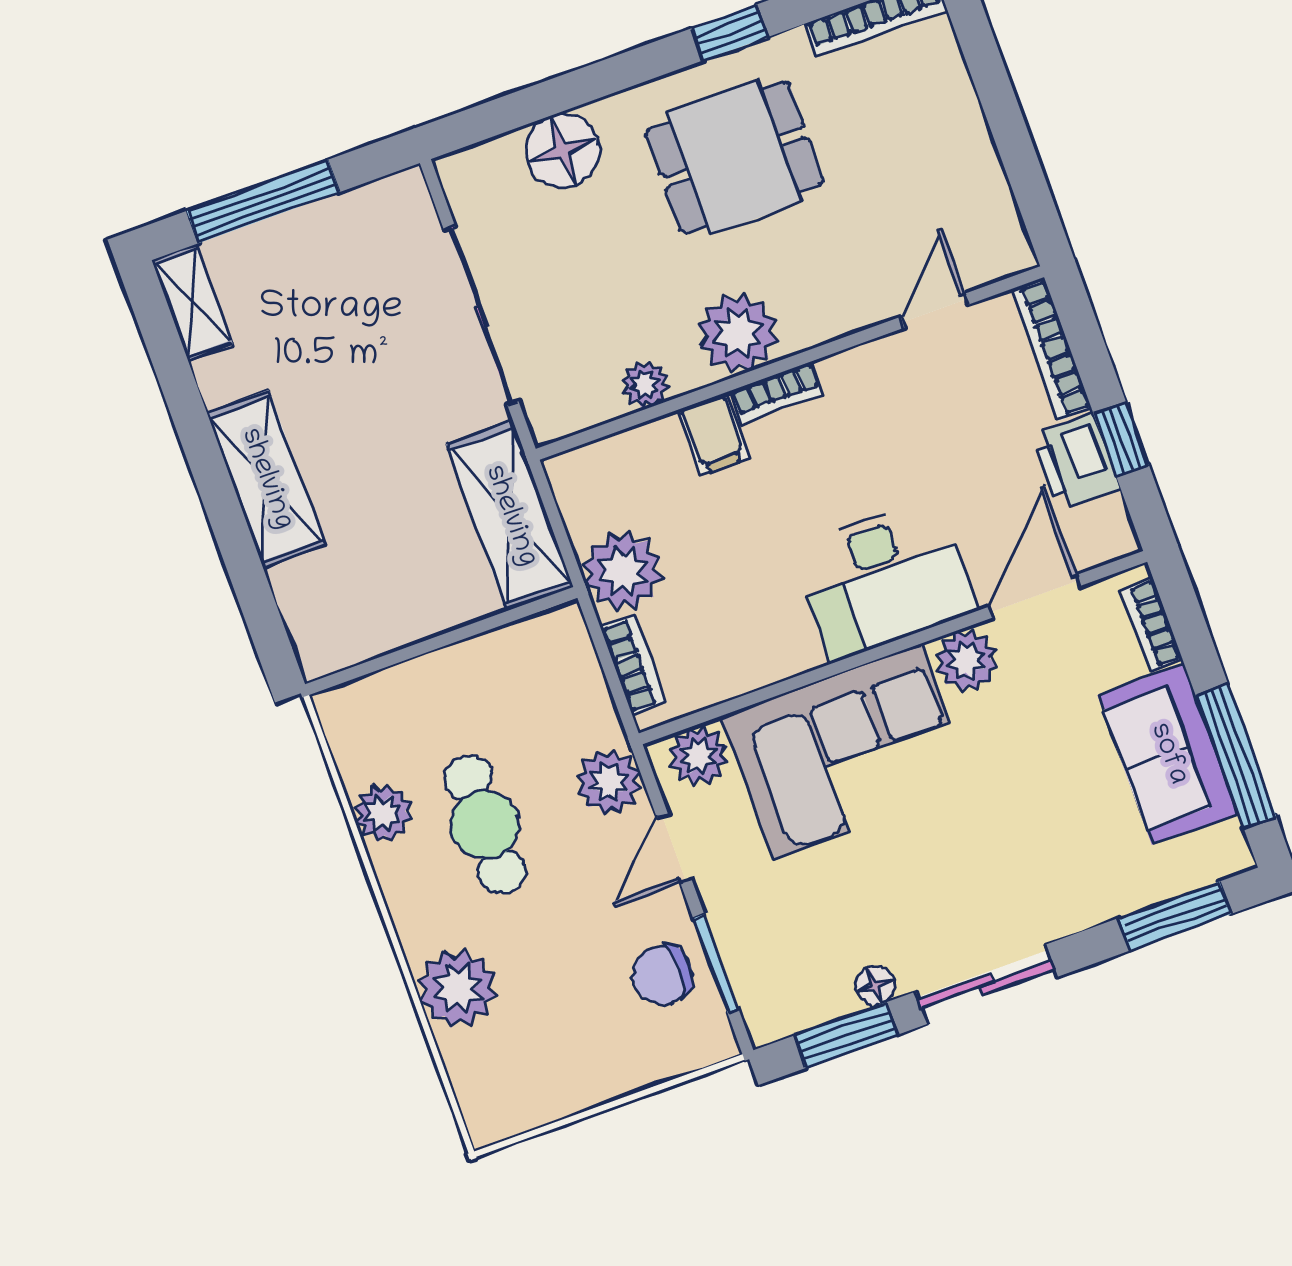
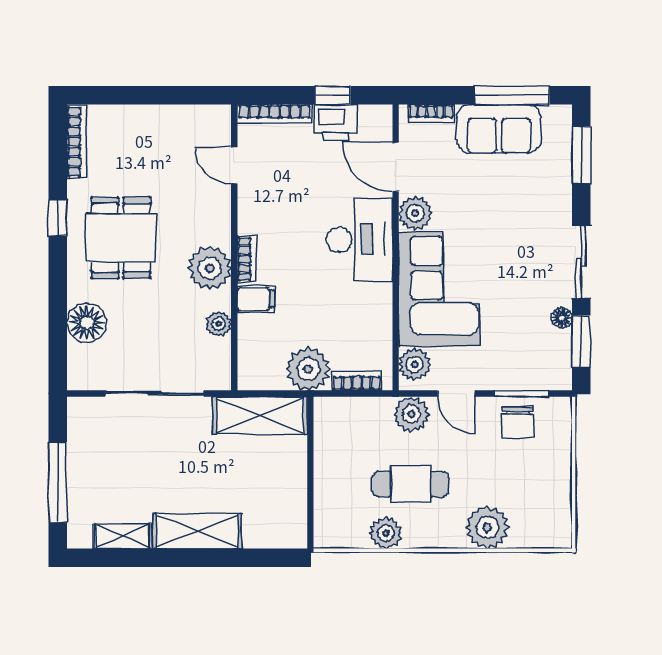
shelving: (192, 302) -> (122, 536), moved

